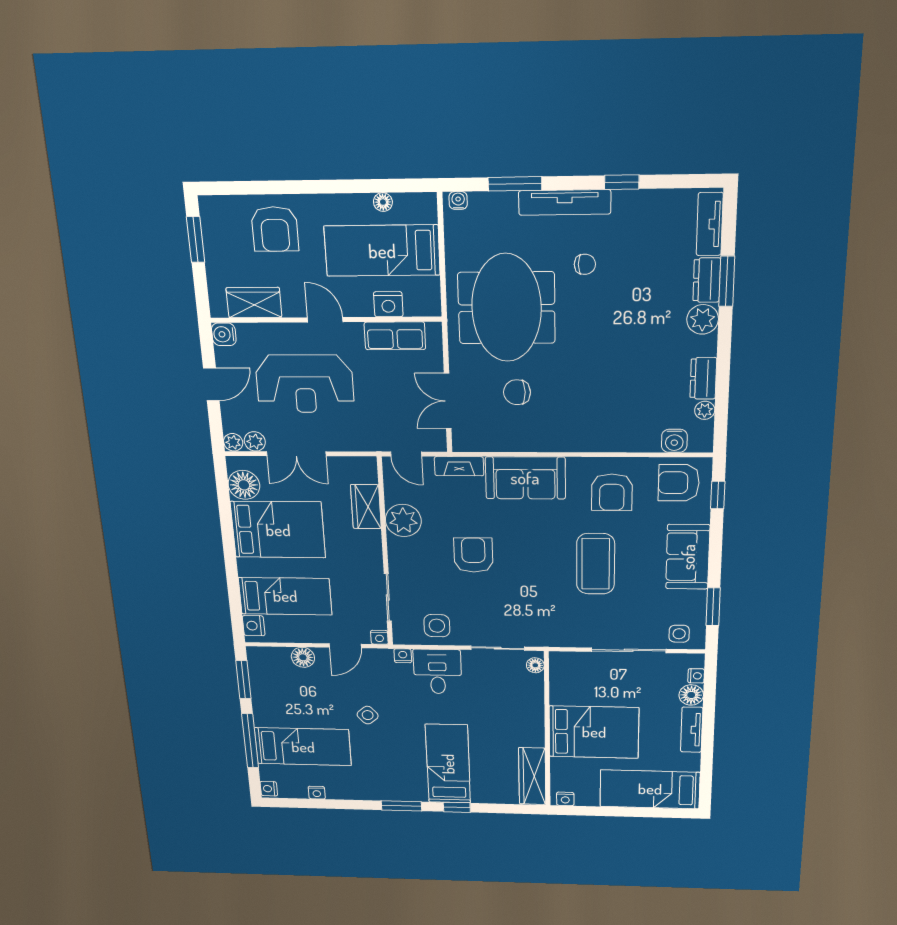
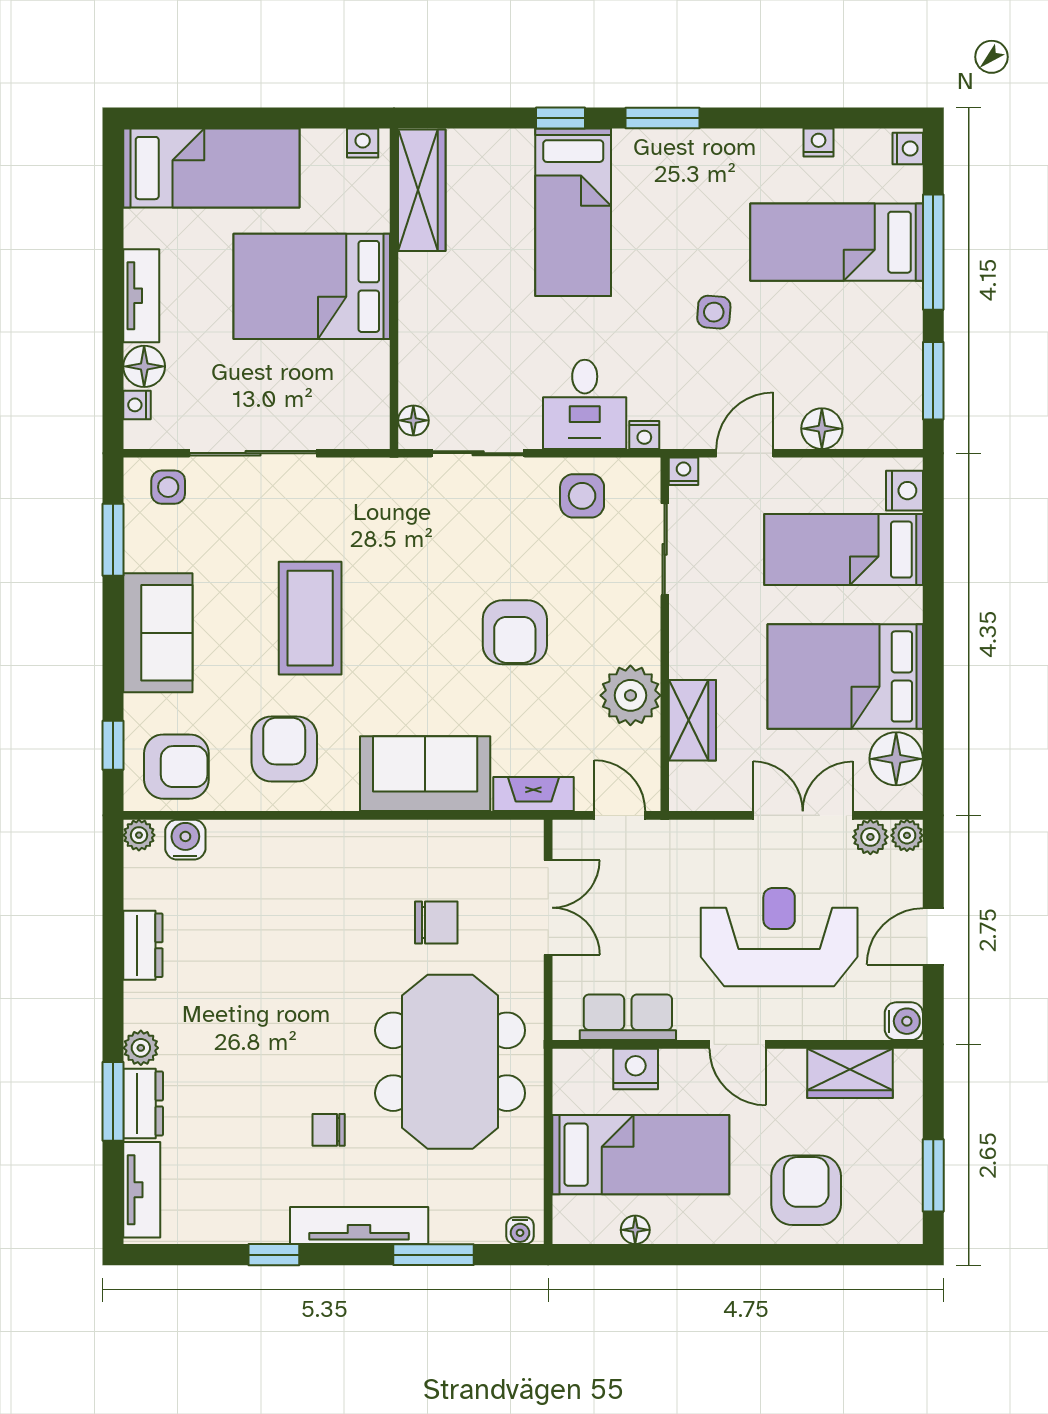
plant: (703, 319) -> (141, 1048), width x0.73, depth x0.73
plant: (705, 410) -> (139, 835), moved
side table: (368, 715) -> (714, 312), turned 45

